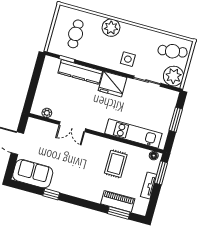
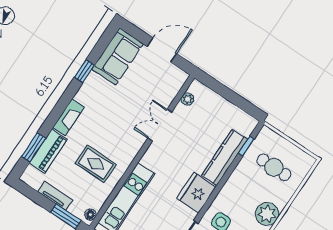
fireplace: (88, 195) -> (69, 117), added

